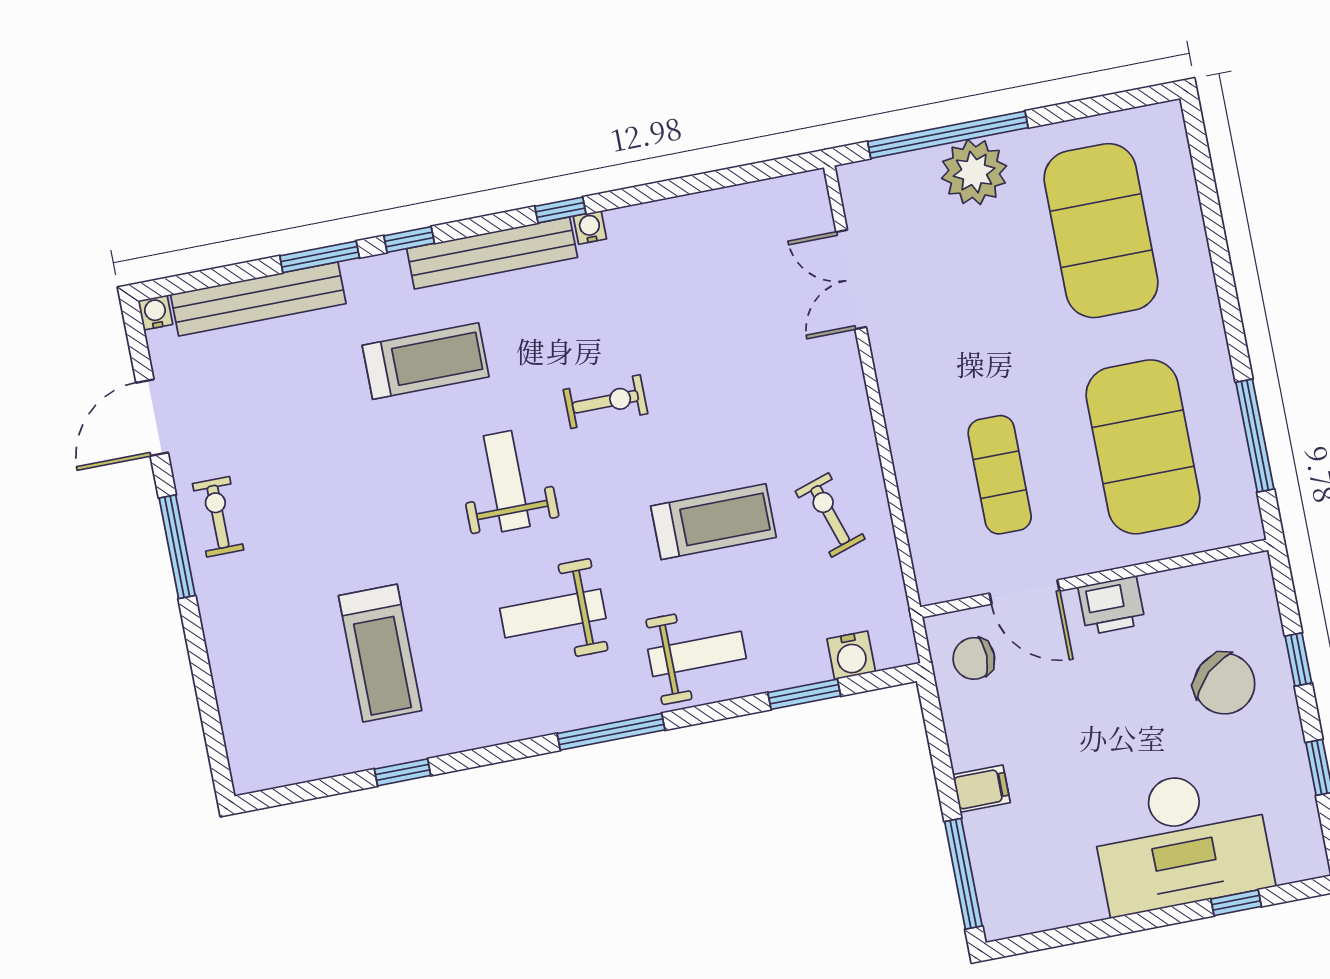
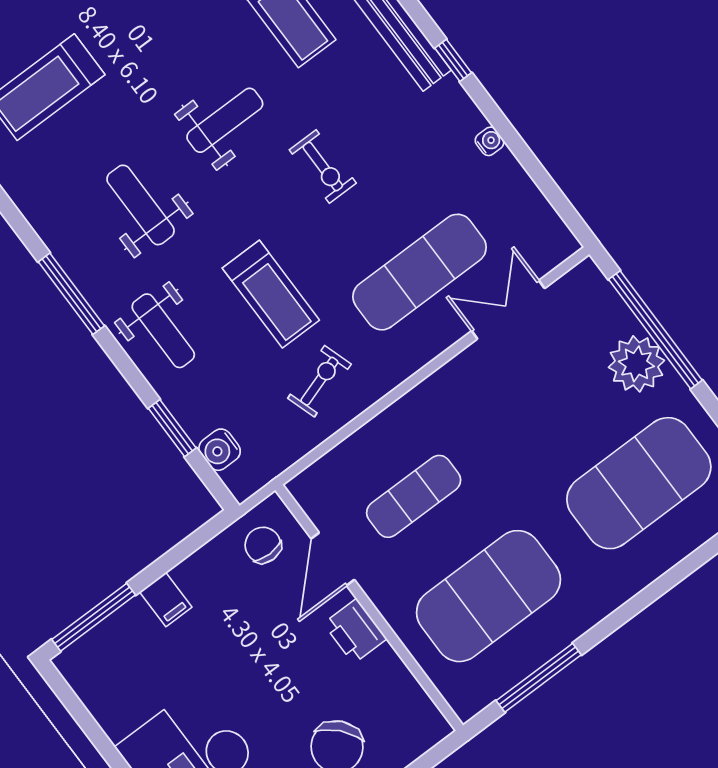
water cooler: (590, 228) -> (490, 141), moved
exercise mat: (766, 354) -> (420, 272), added

